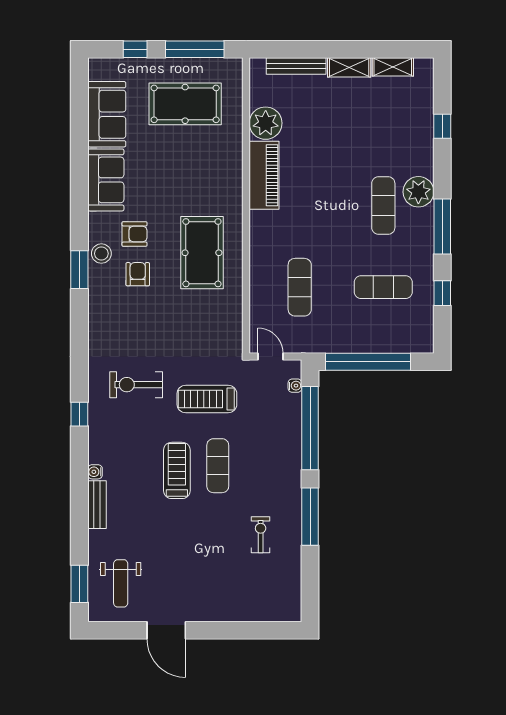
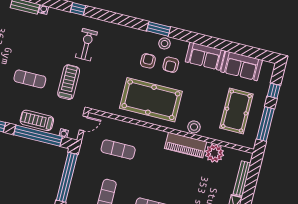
stool: (230, 169) -> (194, 127), added
pool table: (202, 253) -> (151, 100), width x1.36, depth x1.32
armchair: (138, 274) -> (148, 61), turned -90
treadmill: (177, 470) -> (37, 120), moved, turned 180

